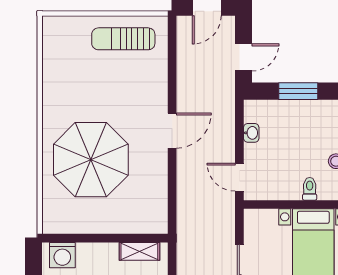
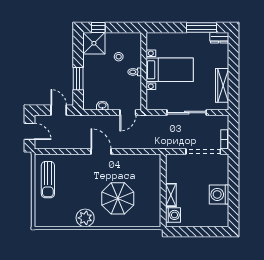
plant: (57, 103) -> (85, 218), added
parasol: (91, 160) -> (118, 198), width x0.73, depth x0.73
shelving: (139, 251) -> (171, 195), moved

